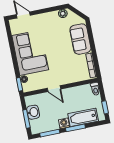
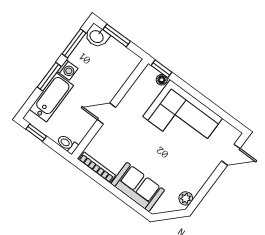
door: (54, 89) -> (107, 114), moved
washbasin: (33, 112) -> (97, 36), moved

